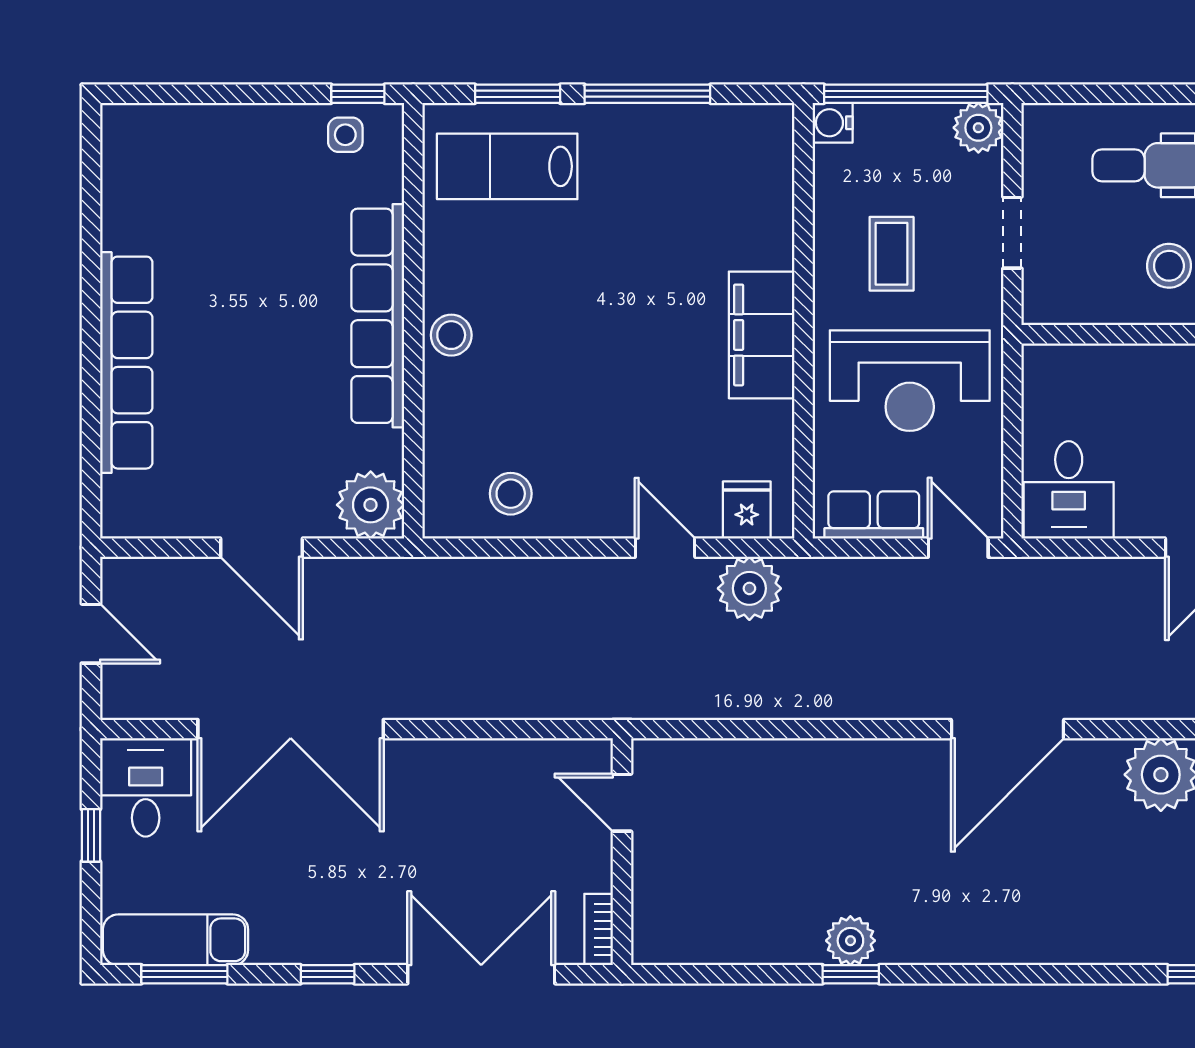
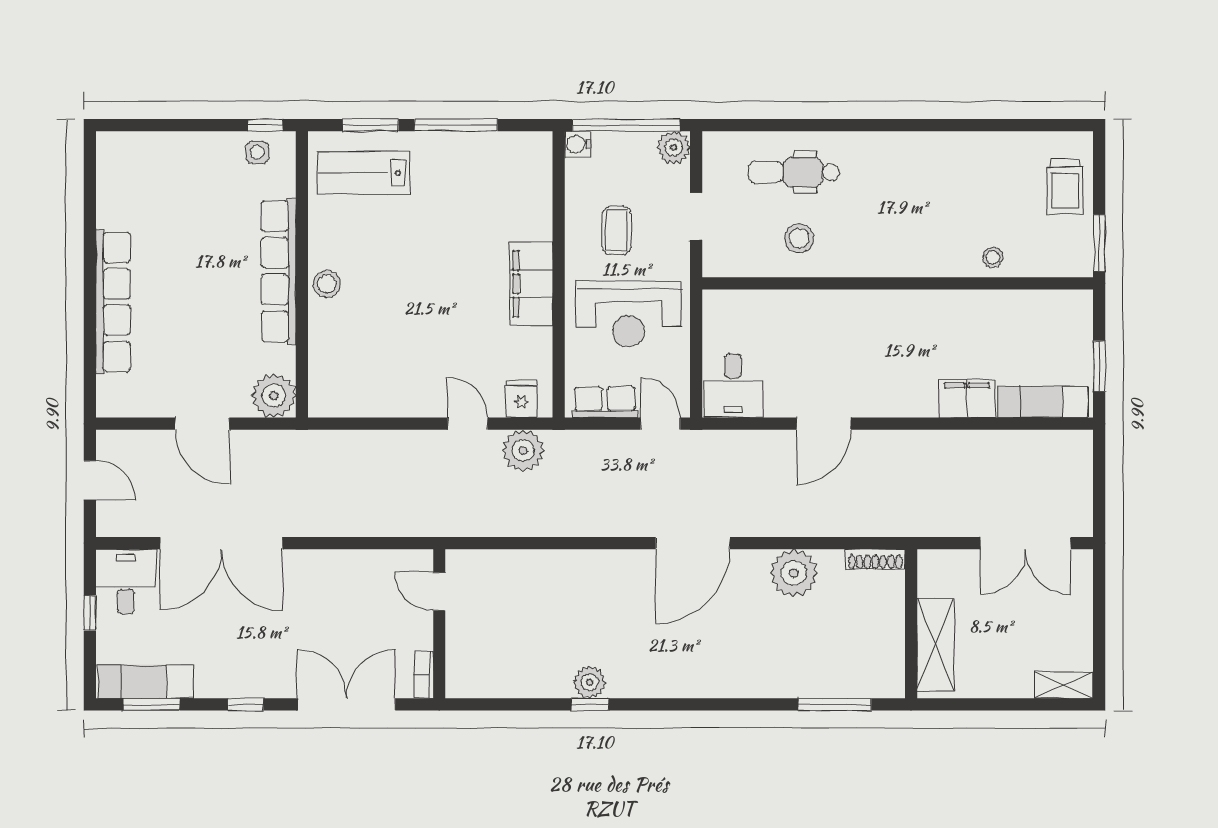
stool: (511, 494) -> (366, 388), removed

